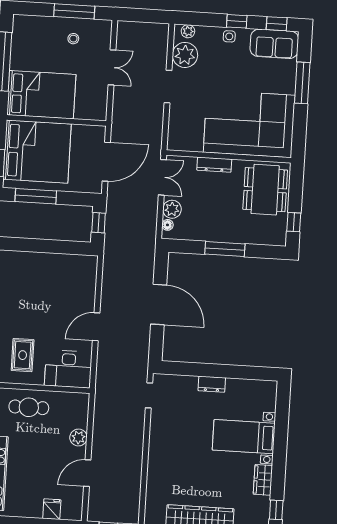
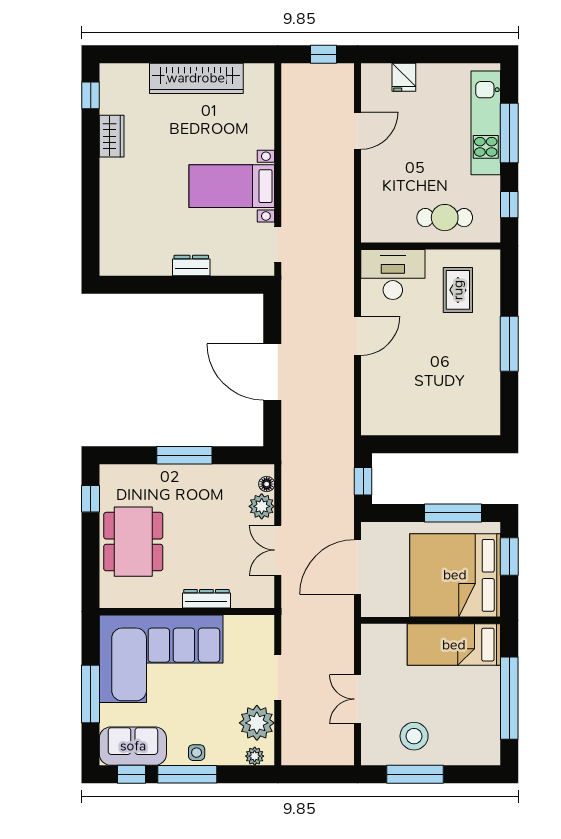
window: (237, 21) -> (187, 774), width x2.17
stool: (73, 39) -> (414, 736), width x1.89, depth x1.89
bed: (41, 95) -> (454, 645), width x0.67
corner sofa: (249, 124) -> (161, 659), moved
wall: (229, 156) -> (187, 611), moved
dresser: (214, 165) -> (206, 599), moved
bed with nightstands: (244, 437) -> (232, 186), moved, turned 180
plant: (78, 438) -> (373, 180), removed

